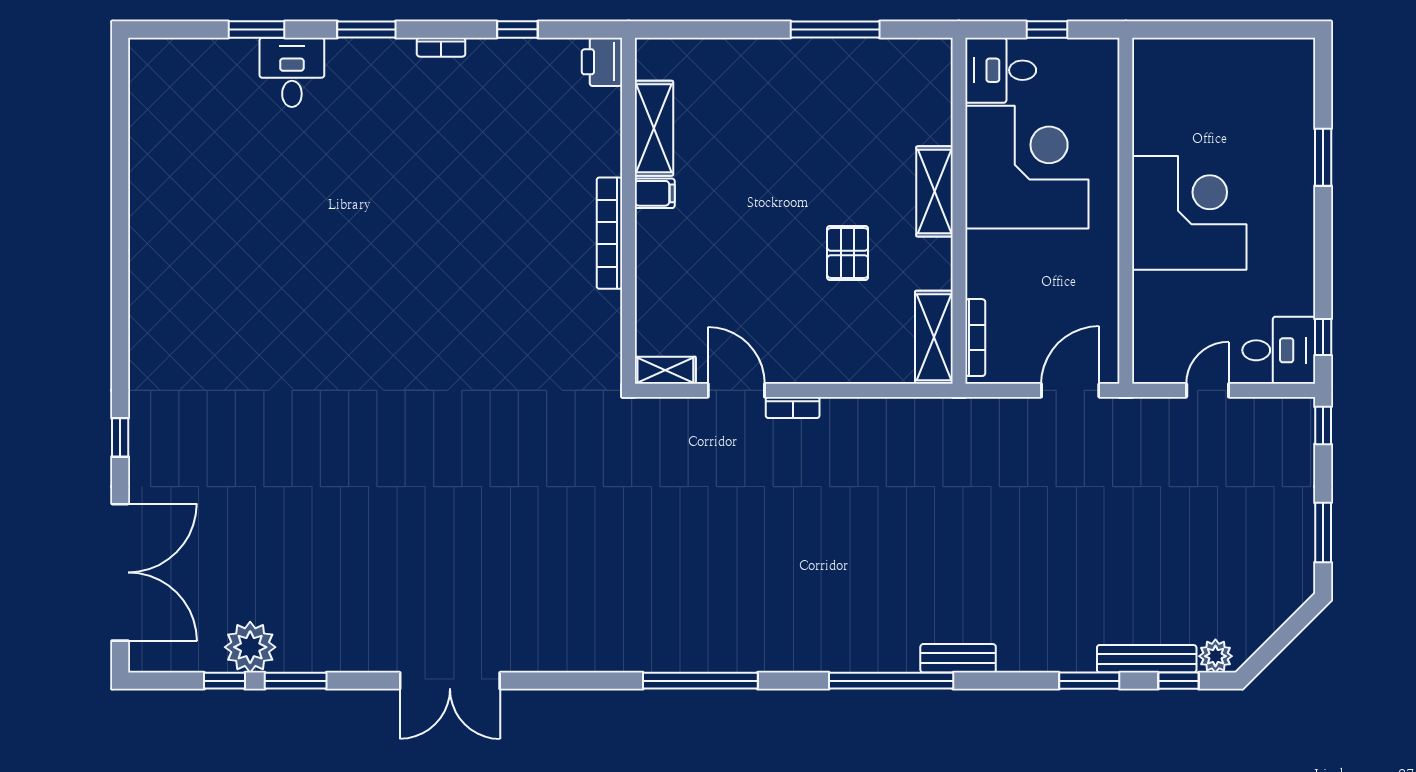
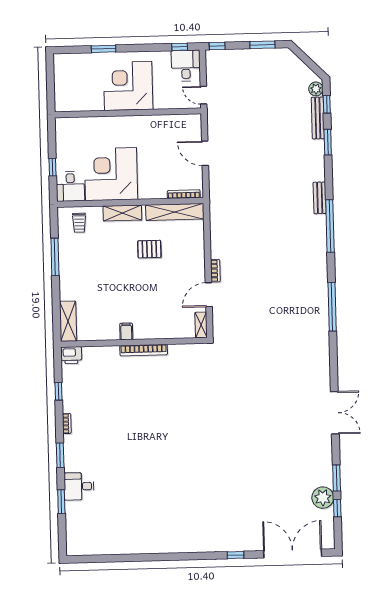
trolley: (914, 89) -> (79, 223), added
shelving: (654, 128) -> (68, 321), moved, turned 90
wall: (1126, 211) -> (128, 113), moved
corner desk: (1189, 213) -> (128, 86), moved
shelving: (934, 337) -> (175, 212), width x1.47

